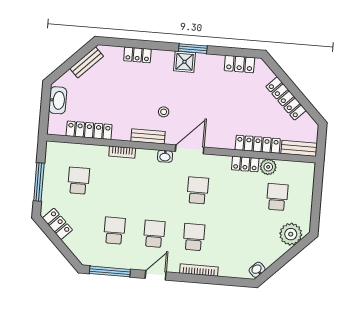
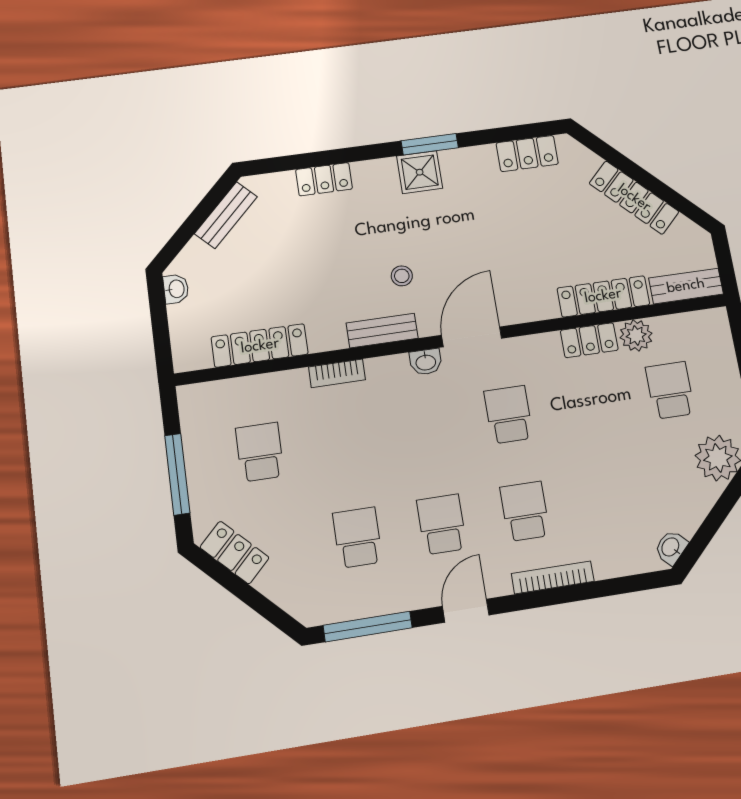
washbasin: (58, 100) -> (176, 289), width x0.52, depth x0.69

